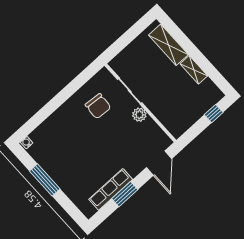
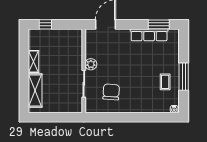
coffee table: (57, 160) -> (165, 82), added
window: (125, 194) -> (159, 24), moved

